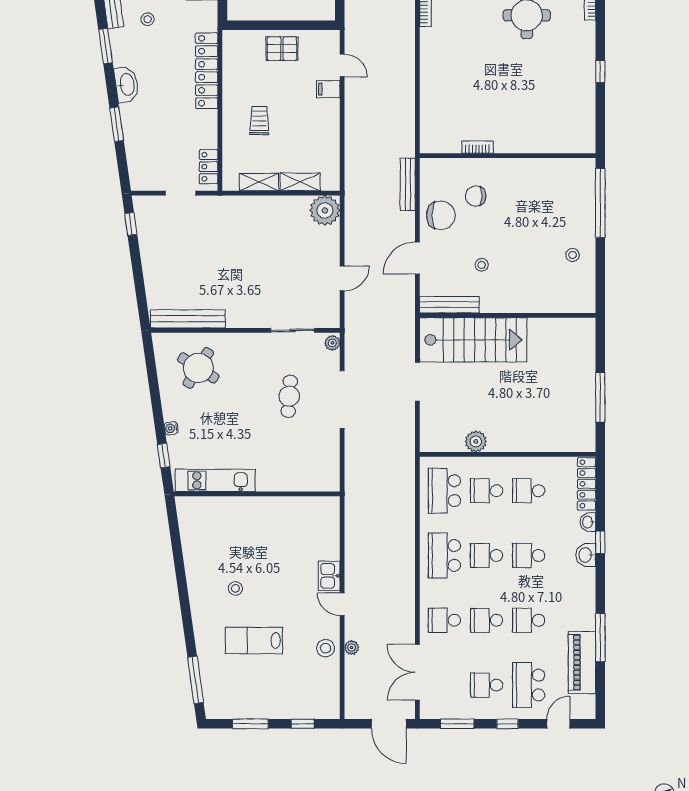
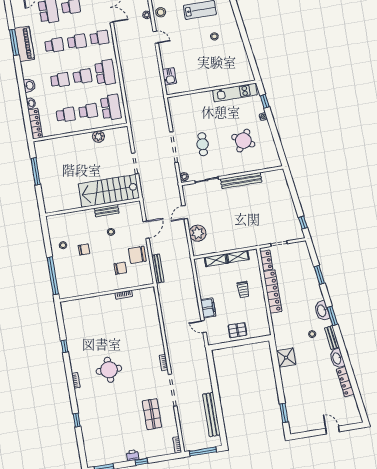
locker: (207, 71) -> (273, 292), moved
washbasin: (127, 85) -> (322, 311), moved
filing cabinet: (328, 89) -> (208, 308), width x2.00
plant: (325, 210) -> (198, 233), moved
chair: (536, 241) -> (84, 249), added
bench: (449, 305) -> (107, 211), moved, width x0.73
bench: (188, 319) -> (241, 181), moved
round table: (198, 368) -> (243, 141), moved
window: (600, 542) -> (23, 93), removed
kitchen sink: (329, 576) -> (169, 76), moved
piano: (582, 662) -> (25, 44), moved

